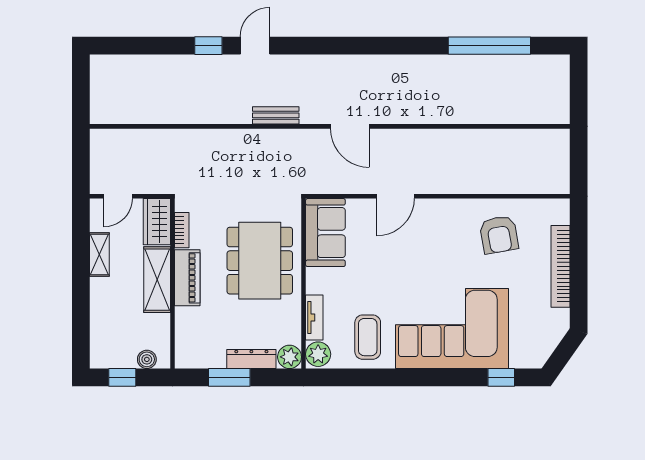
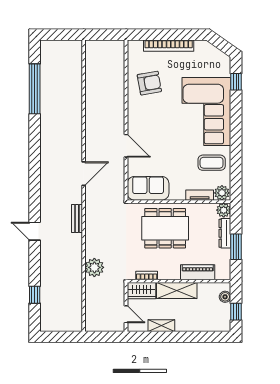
window: (208, 46) -> (35, 295), moved
plant: (195, 144) -> (94, 267), added
piano: (187, 278) -> (198, 272), moved

